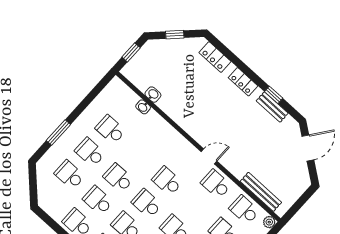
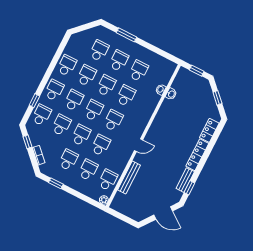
locker: (243, 82) -> (197, 155), width x1.53
window: (274, 95) -> (189, 188), moved
school desk: (139, 155) -> (126, 96), added
door: (209, 156) -> (138, 145), hinge flipped
school desk: (216, 184) -> (101, 145), moved
bench: (261, 192) -> (129, 177), moved

